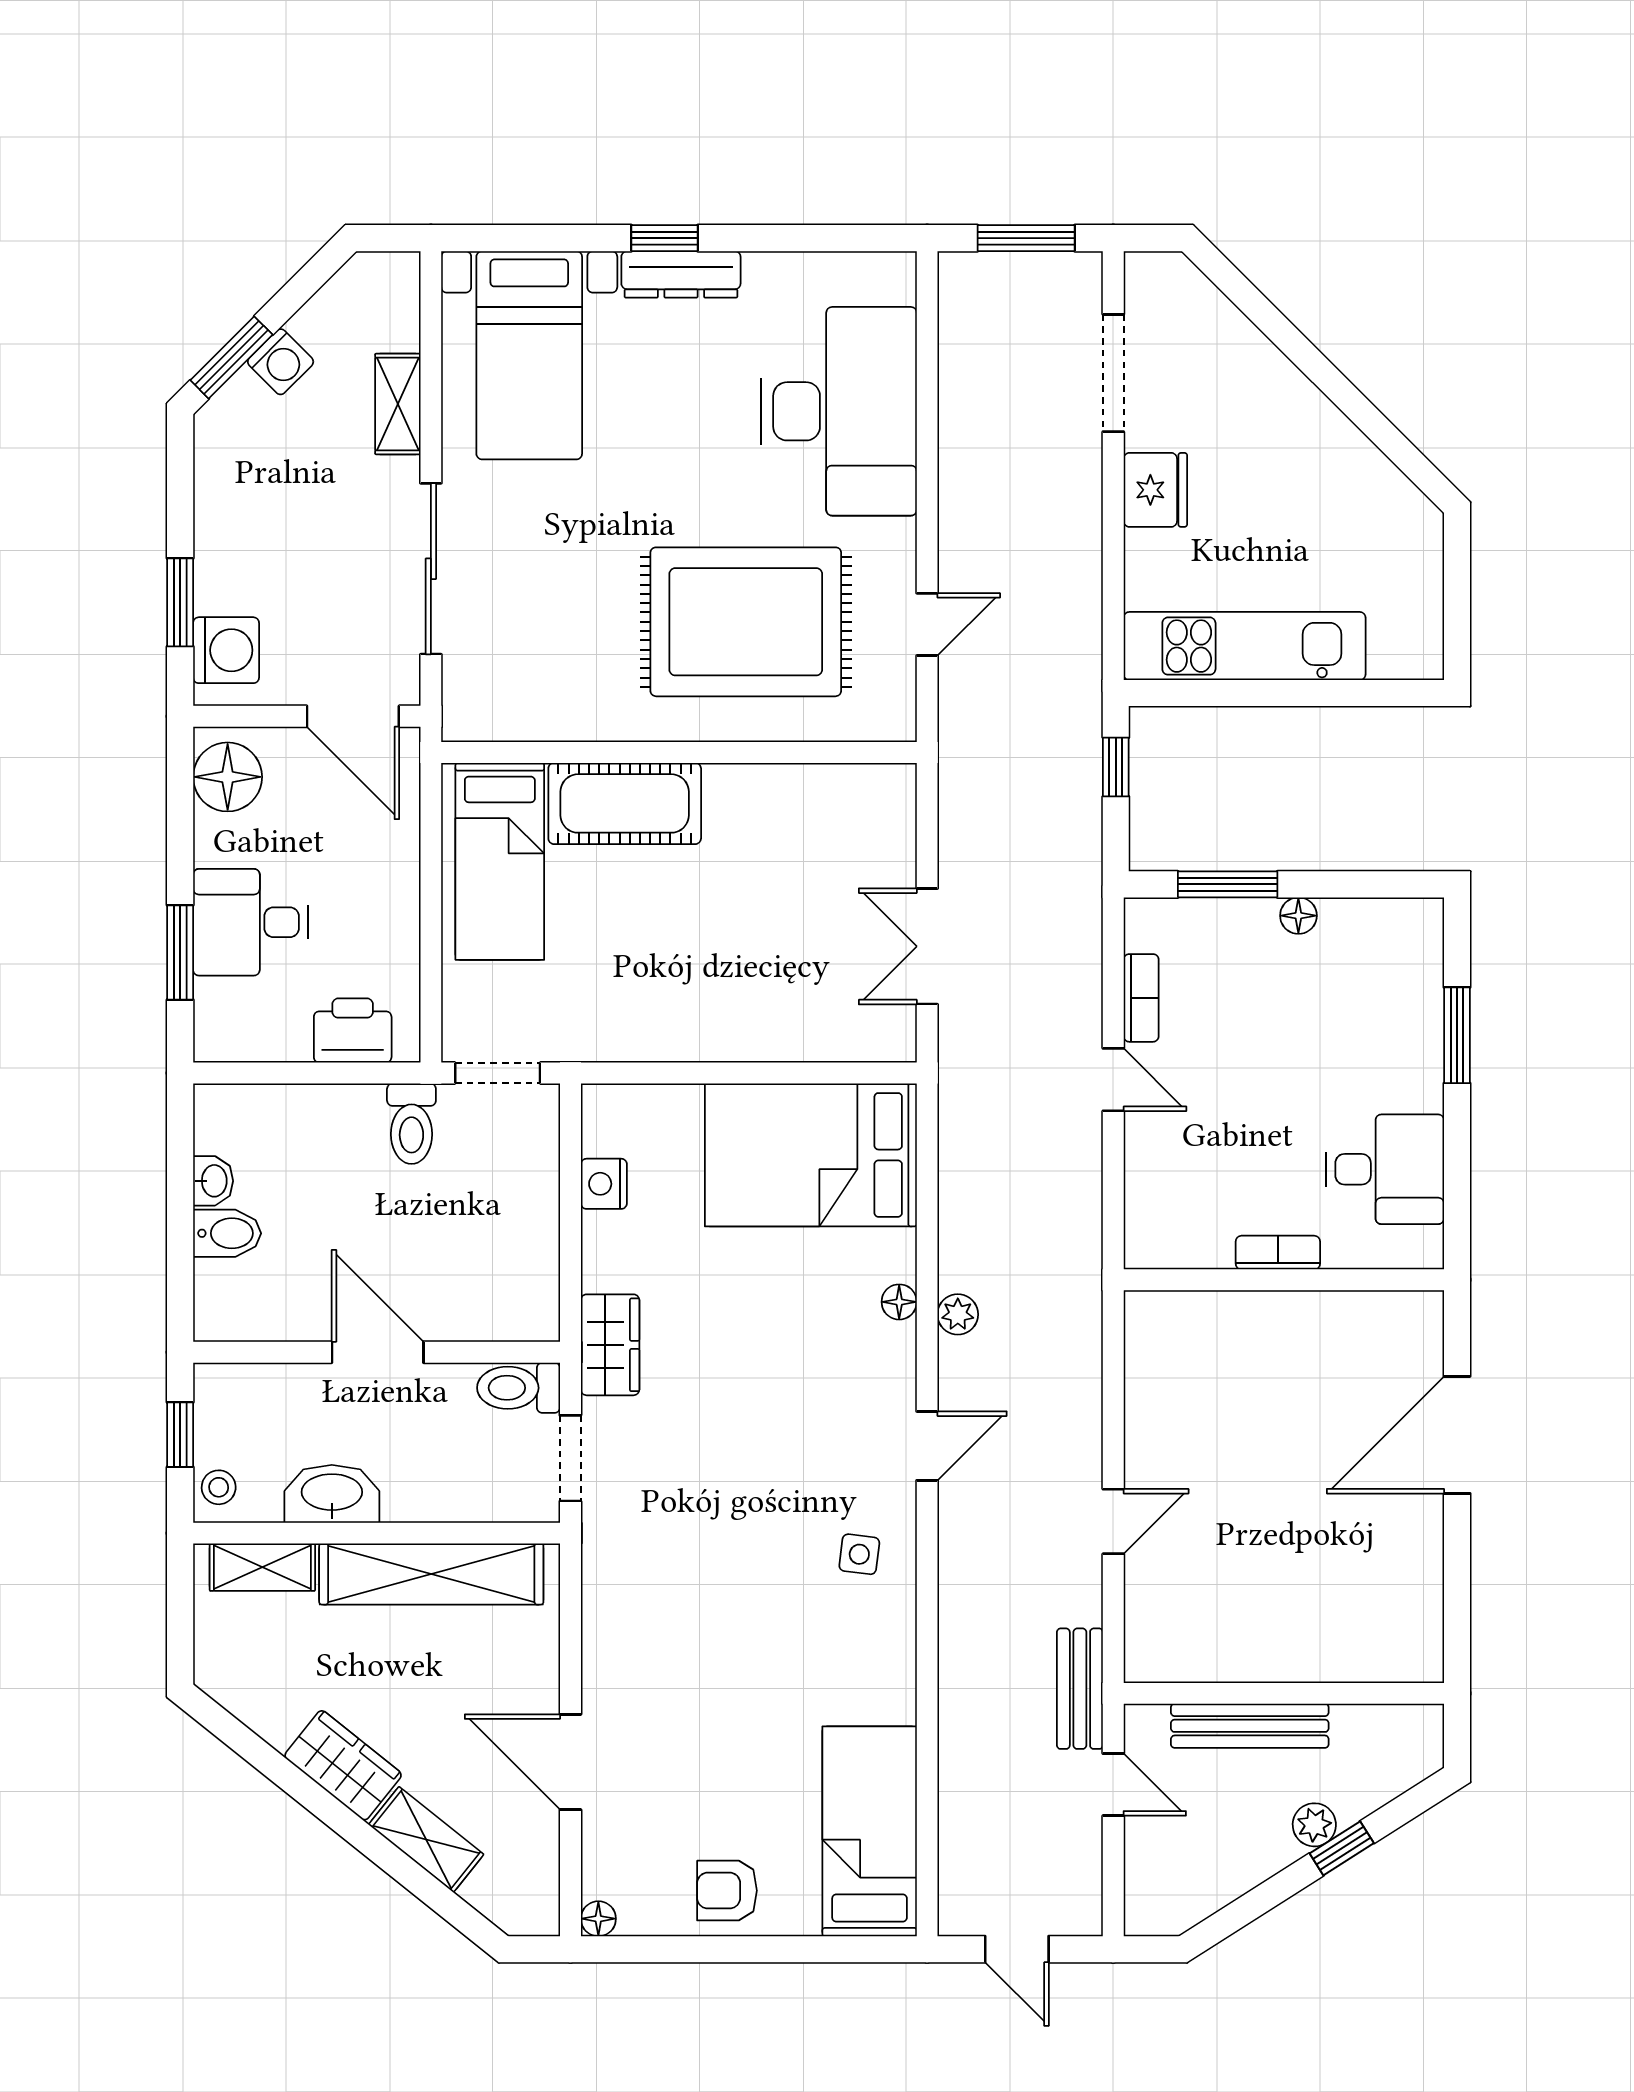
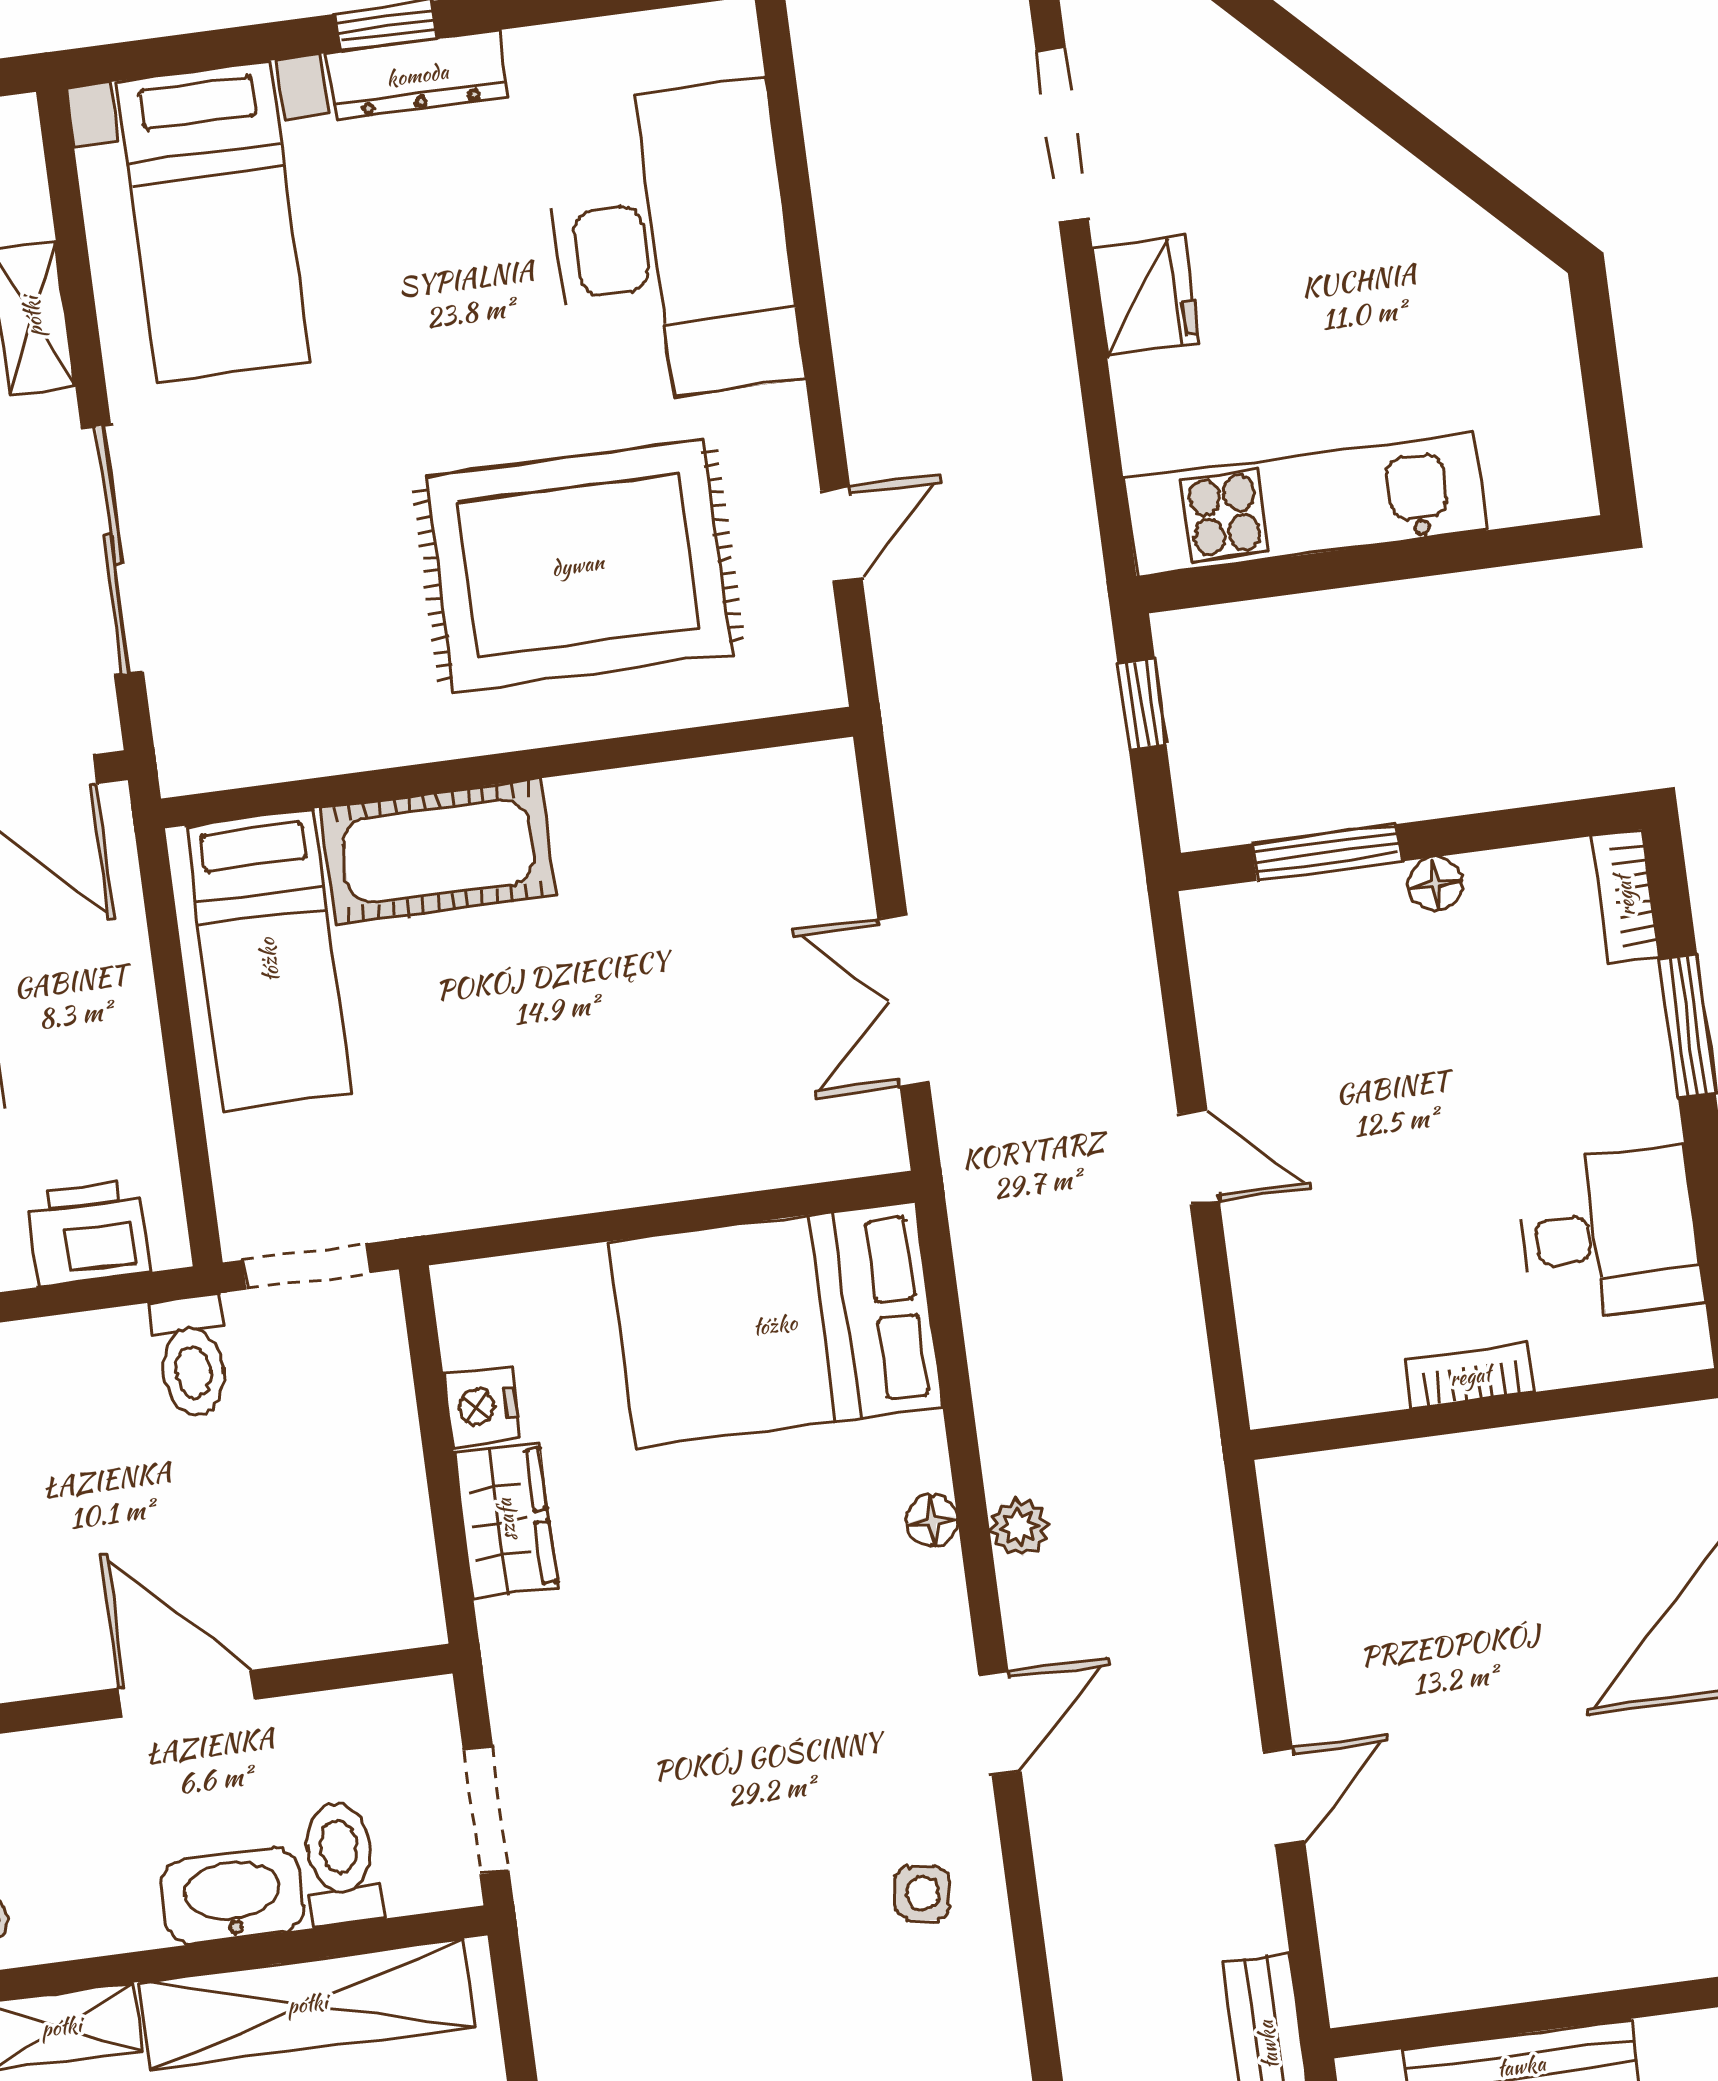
bookcase: (1141, 998) -> (1625, 896), moved, turned 180
wardrobe: (610, 1345) -> (506, 1520), moved
toilet: (519, 1388) -> (341, 1863), moved, turned 90
washbasin: (332, 1494) -> (232, 1896), moved

